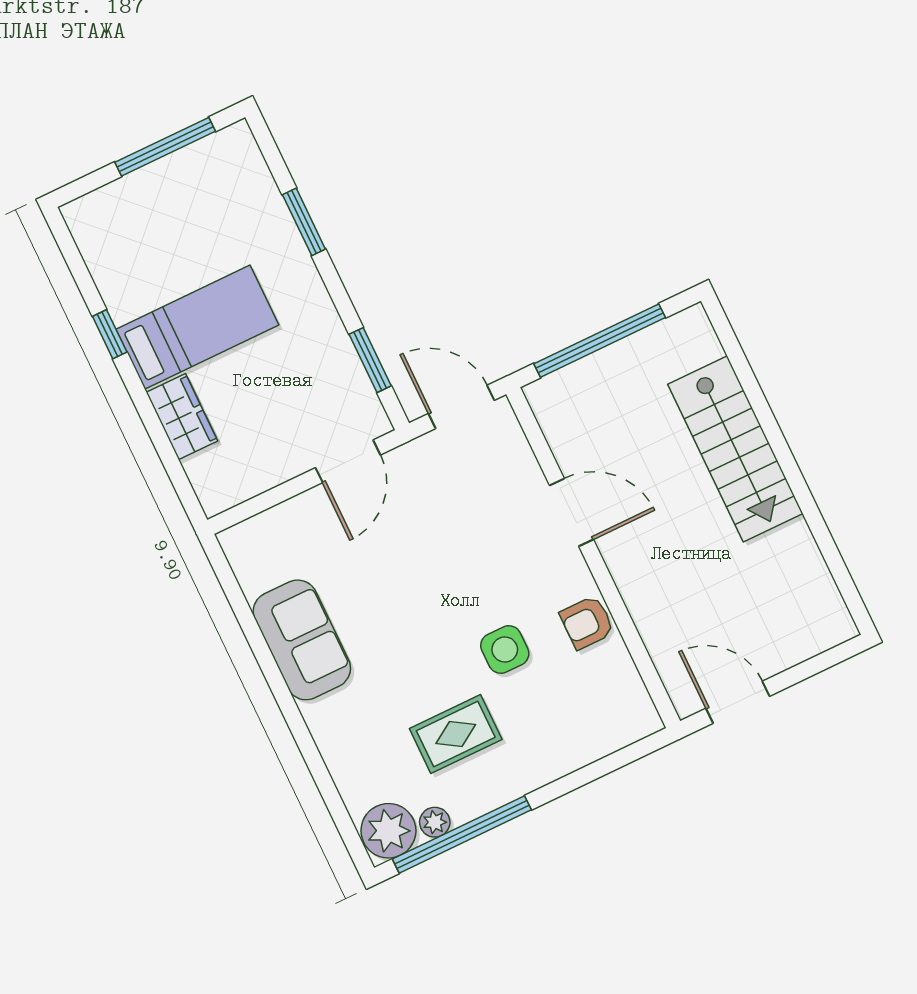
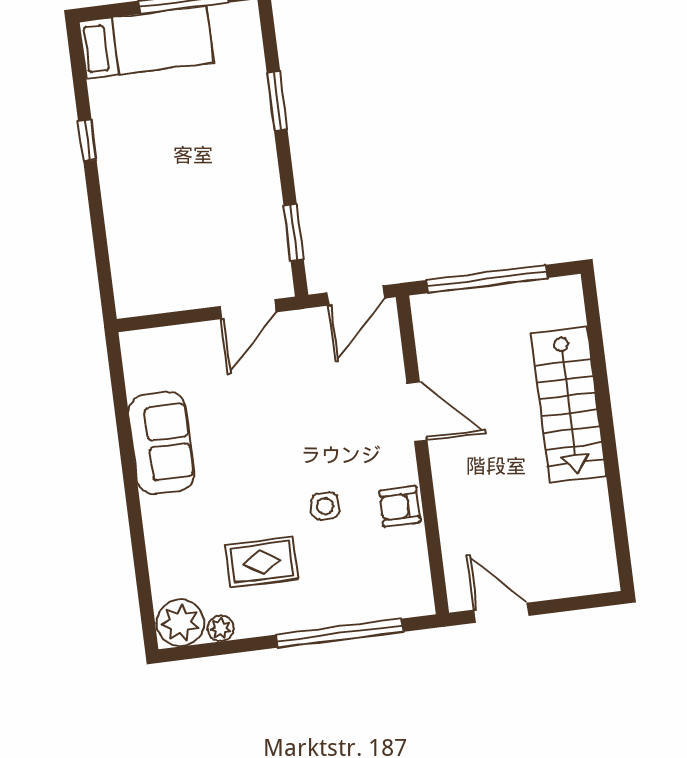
bed: (197, 327) -> (146, 42), moved
door: (461, 407) -> (356, 296), swing flipped
wardrobe: (182, 417) -> (124, 227), removed
side table: (505, 649) -> (325, 506), width x0.73, depth x0.73
window: (462, 834) -> (340, 633), moved

